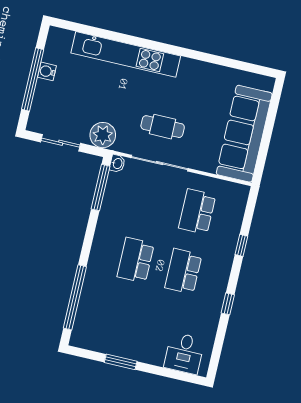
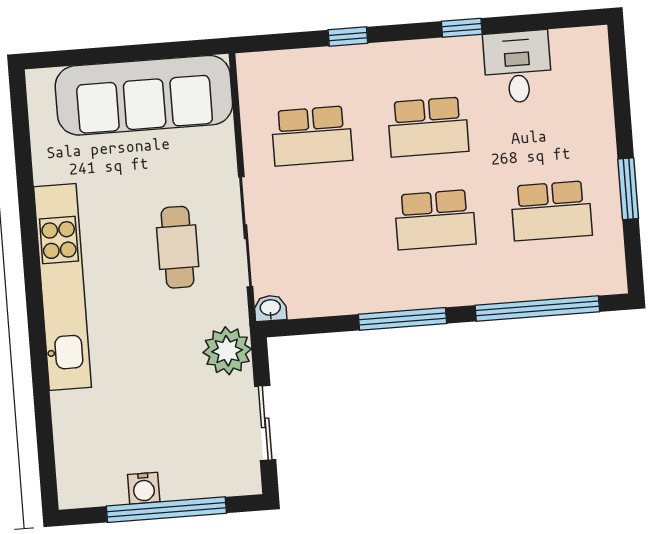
kitchen unit: (126, 54) -> (63, 287), moved
window: (100, 188) -> (402, 319), moved
school desk: (122, 320) -> (551, 211), added
desk: (184, 353) -> (518, 67), moved, turned -90

